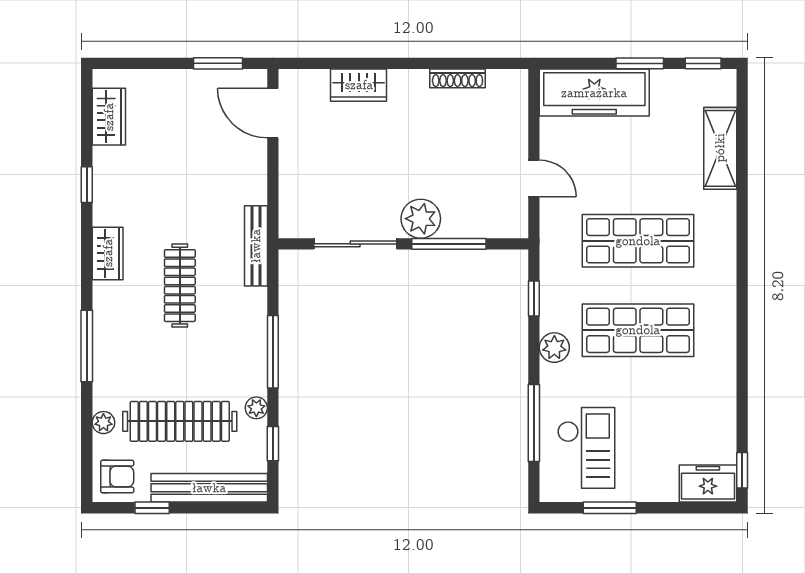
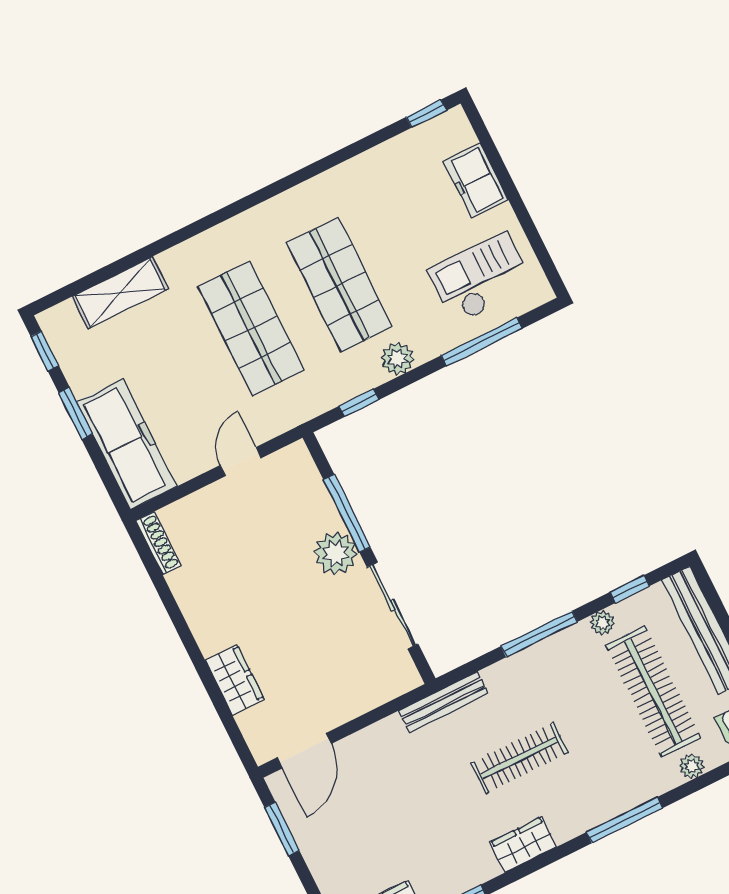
shoe rack: (458, 78) -> (158, 543), moved
freezer: (708, 484) -> (476, 180), moved
window: (610, 508) -> (528, 226), removed

